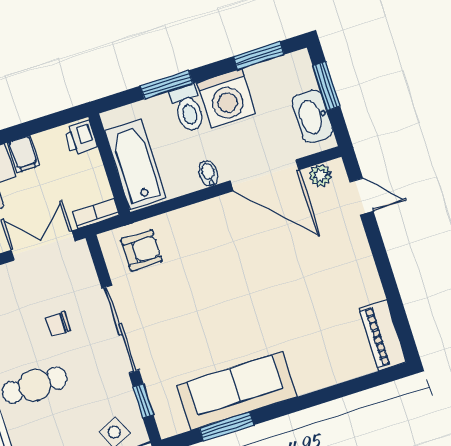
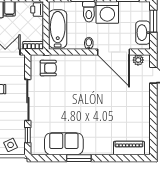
piano: (383, 335) -> (129, 148), moved, turned 90
sofa: (237, 391) -> (64, 144), width x0.73
window: (227, 426) -> (79, 158), moved

